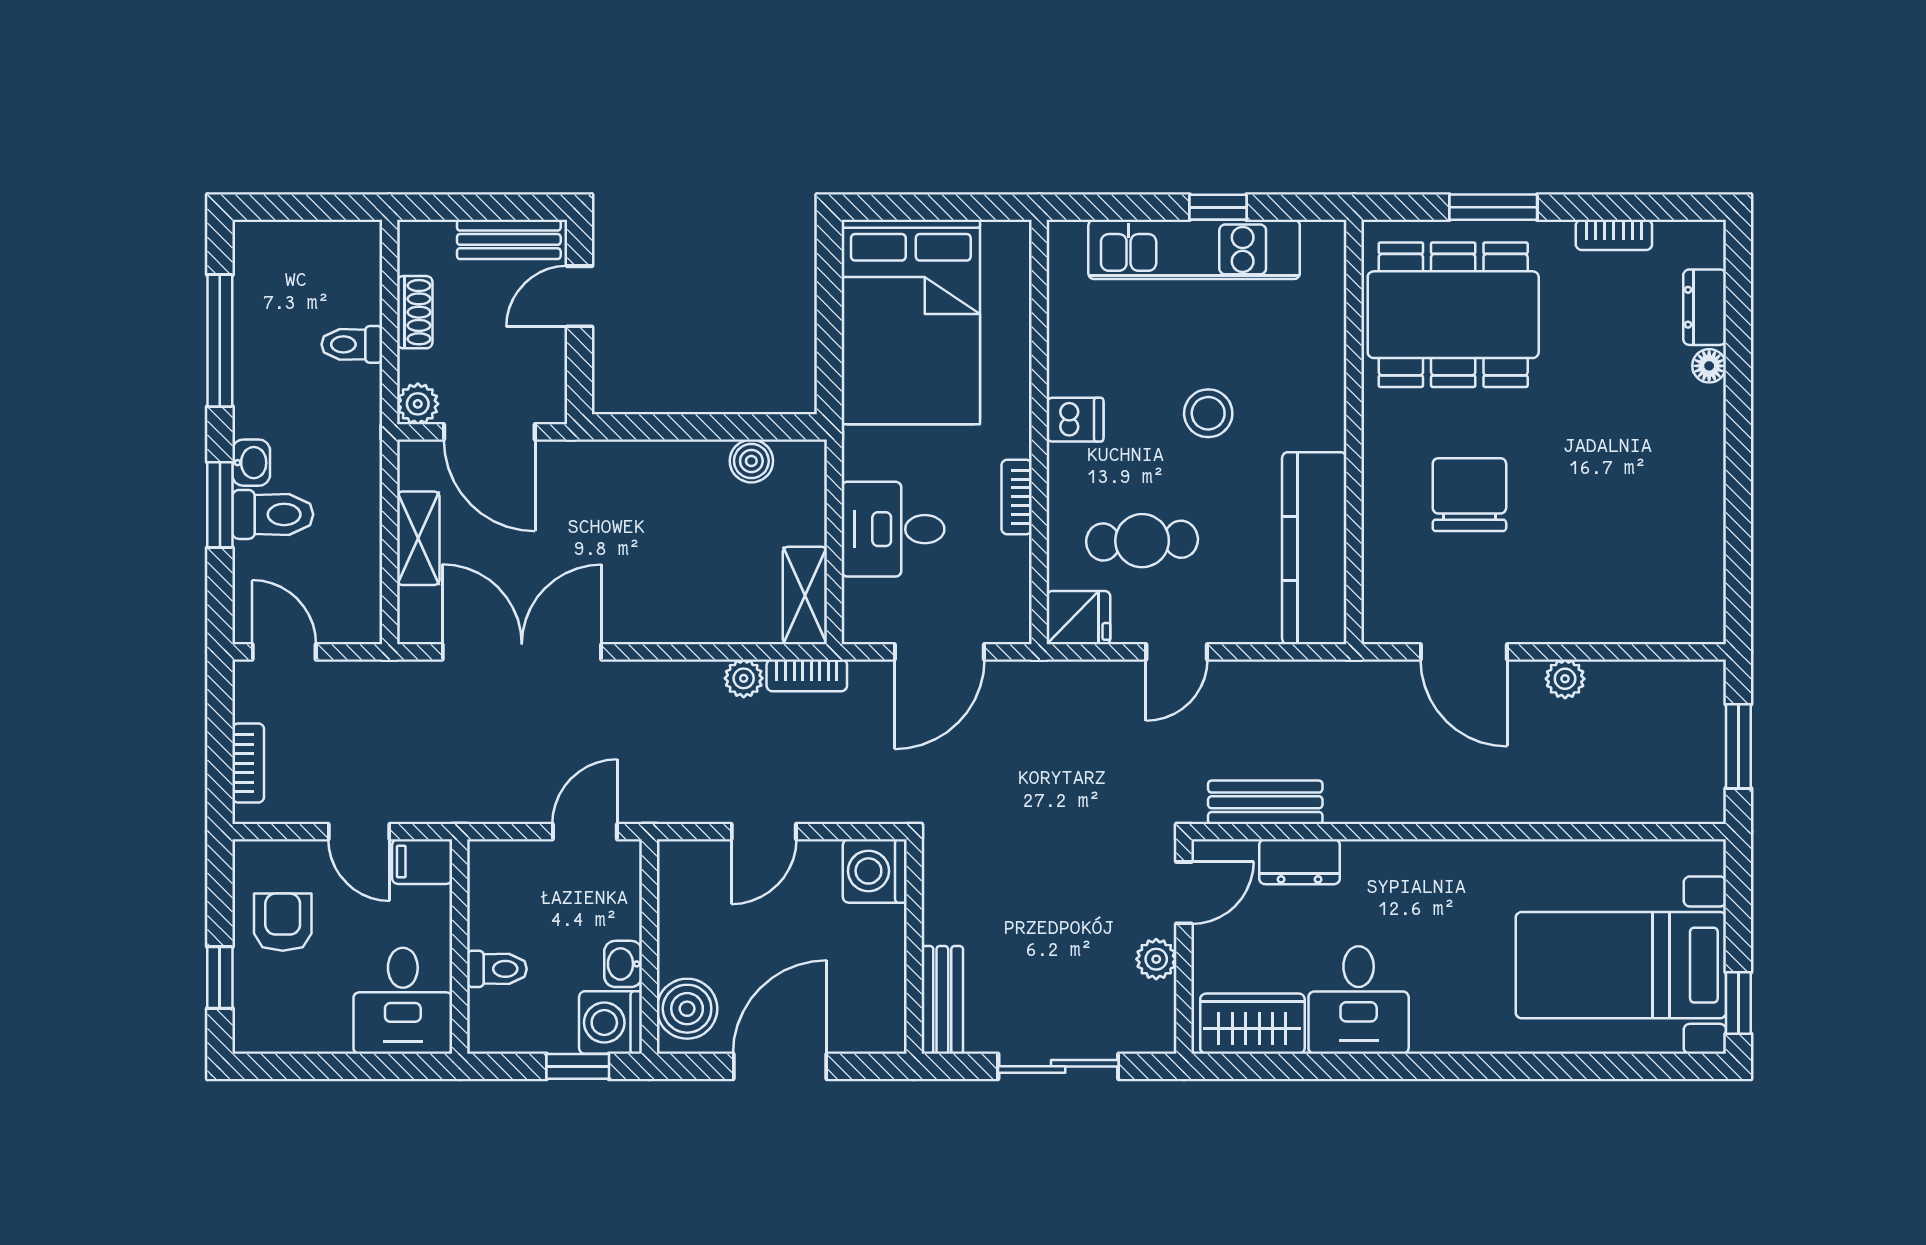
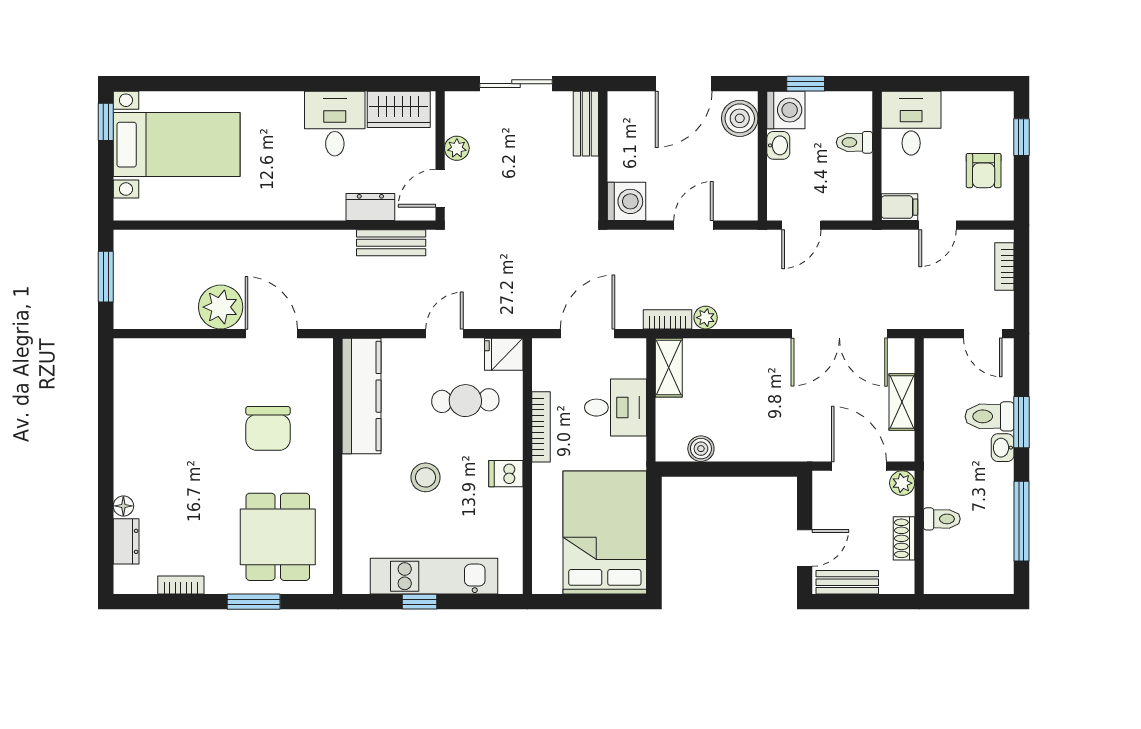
dining table: (1453, 315) -> (278, 537), width x0.73
bookcase: (1017, 497) -> (541, 427), width x1.56
plant: (1565, 679) -> (221, 307), width x1.87, depth x1.87
door: (359, 832) -> (938, 225), swing flipped

